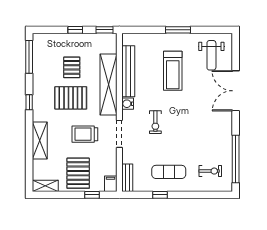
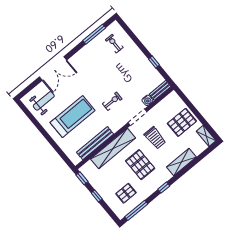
window: (178, 30) -> (45, 134), removed
pallet: (72, 67) -> (126, 193), moved
treadmill: (173, 71) -> (73, 116), width x1.37, depth x1.38
water cooler: (128, 104) -> (147, 100), moved
window: (236, 159) -> (94, 34), width x0.68
exercise mat: (169, 172) -> (136, 68), removed
filing cabinet: (111, 184) -> (172, 97), removed
window: (92, 195) -> (188, 103), removed

